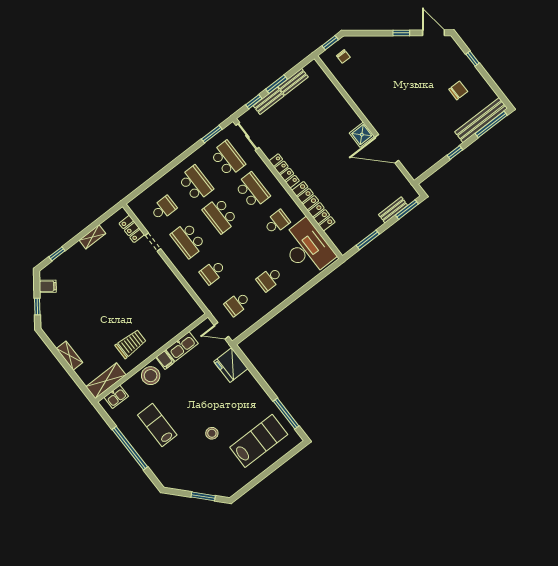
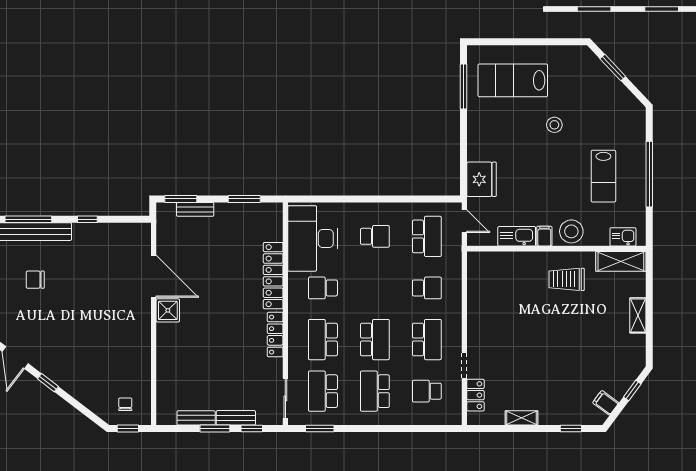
school desk: (237, 304) -> (427, 236), width x1.85

